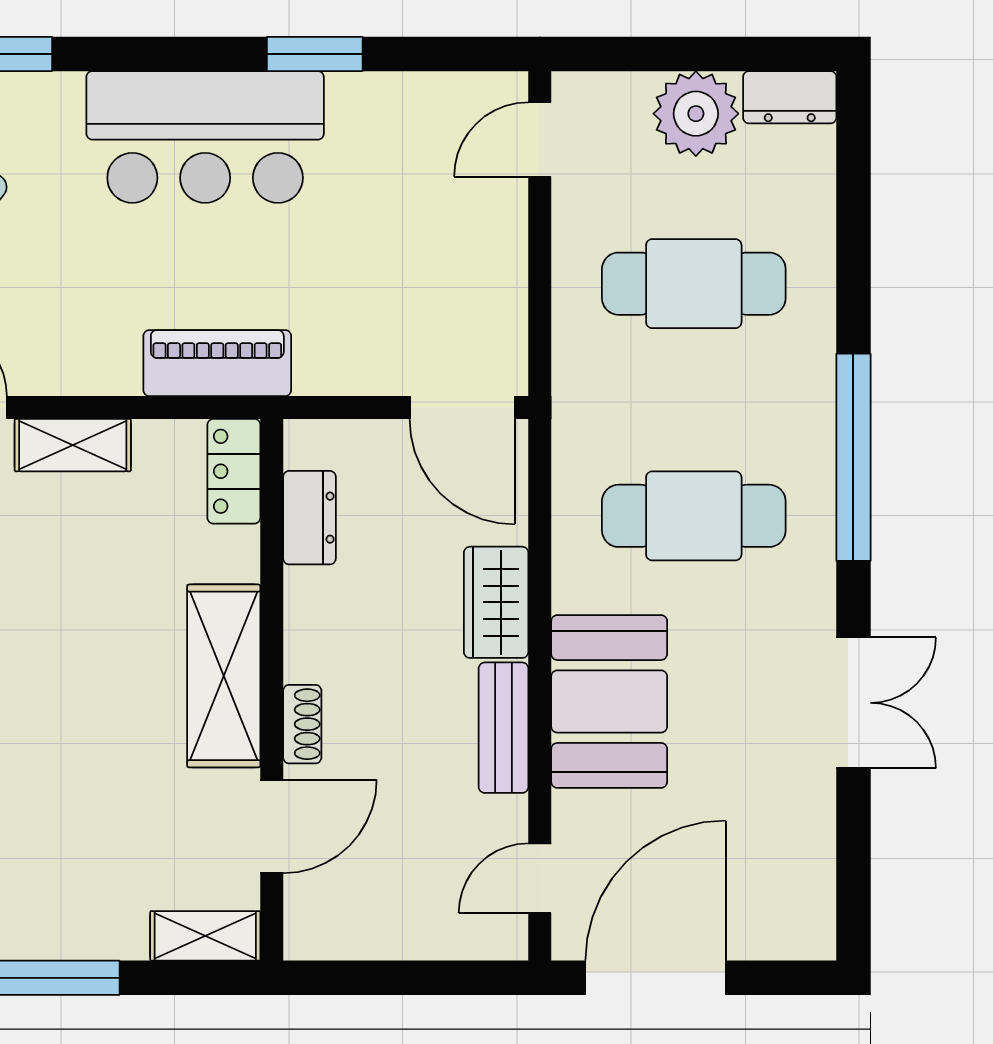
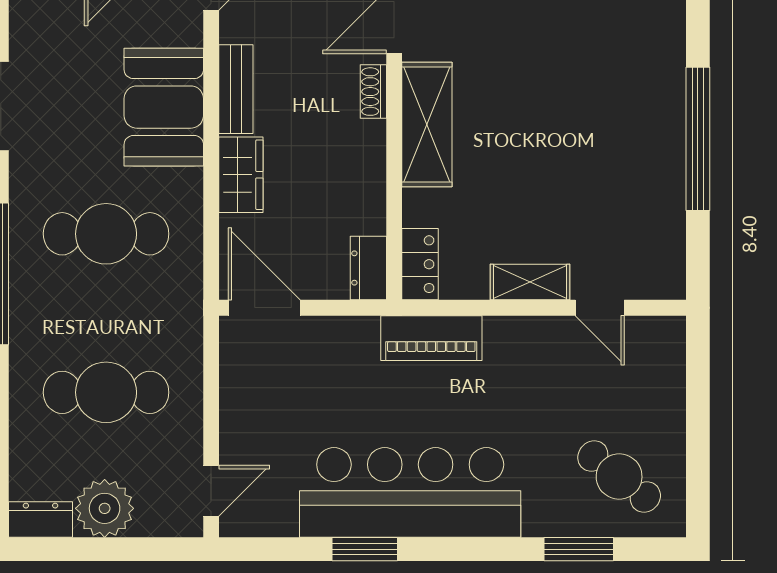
bar counter: (205, 137) -> (410, 492), width x1.36
dresser: (309, 518) -> (368, 268), moved

